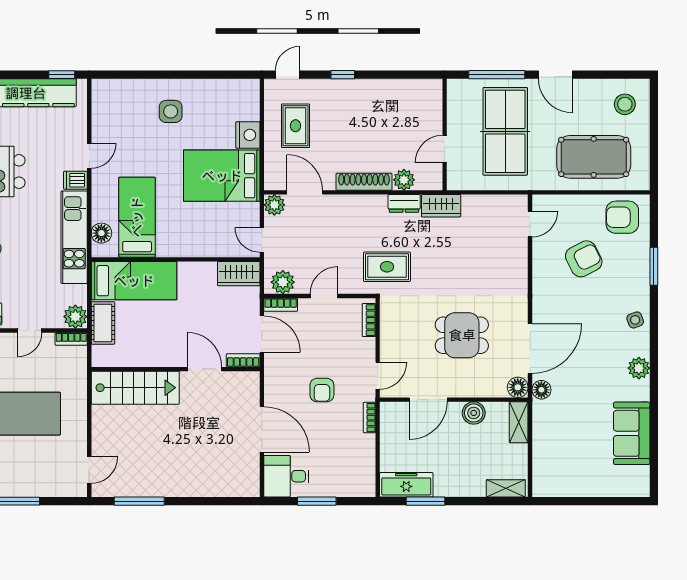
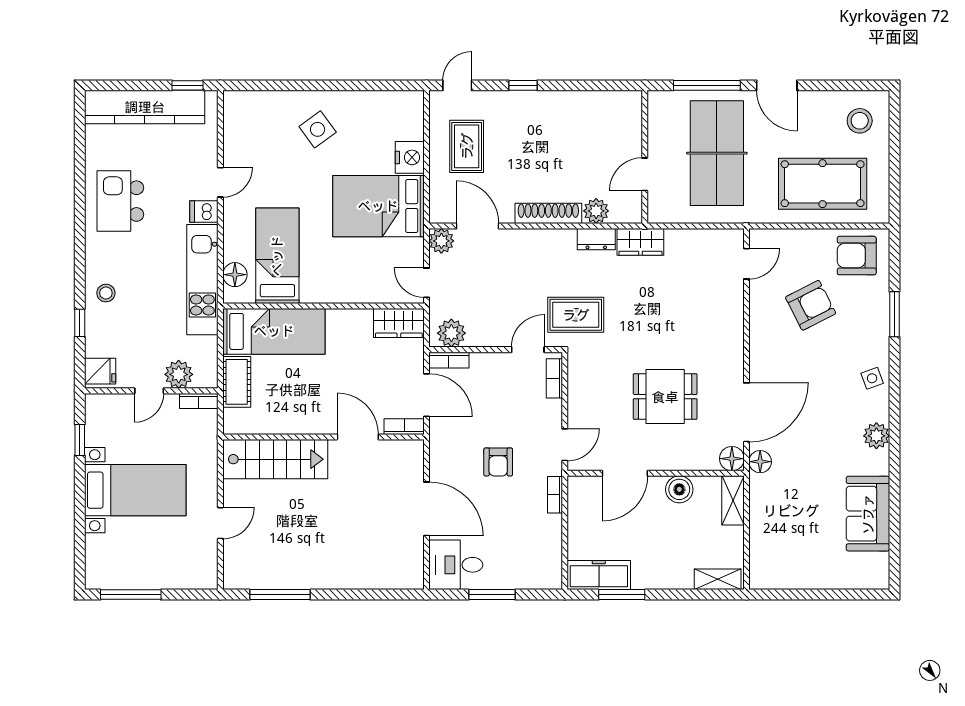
side table: (171, 111) -> (318, 129), turned -36
door: (324, 296) -> (528, 350), moved
plant: (75, 317) -> (179, 374), moved
door: (89, 470) -> (220, 523), moved

